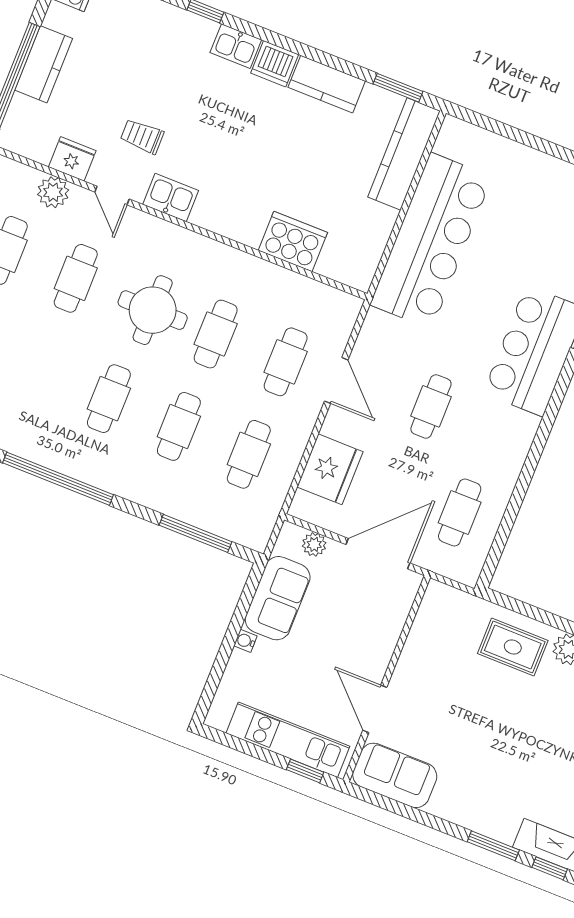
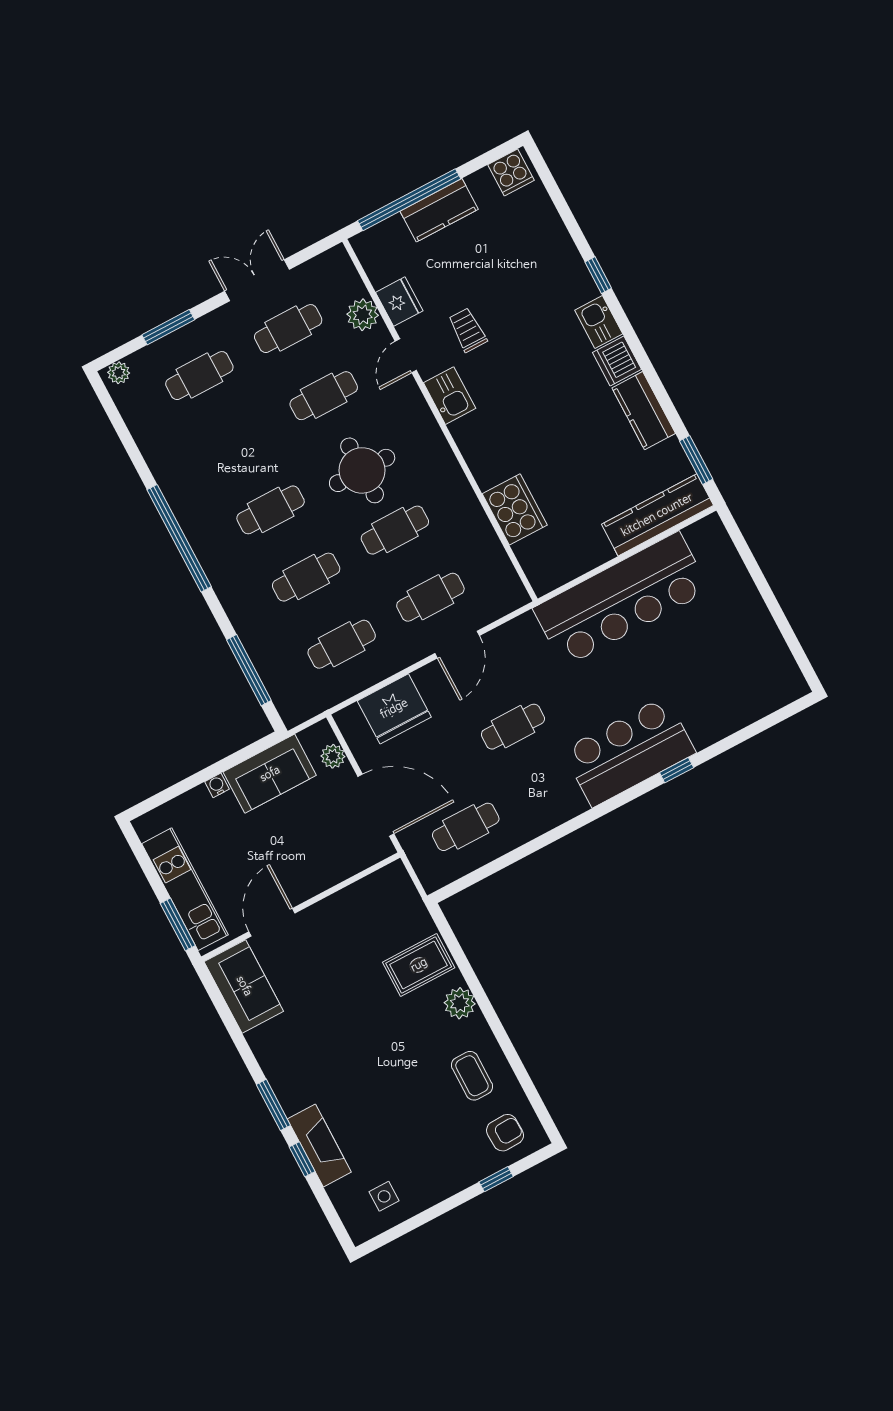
rug: (513, 647) -> (419, 965), turned 90
window: (305, 771) -> (178, 924), width x1.50

